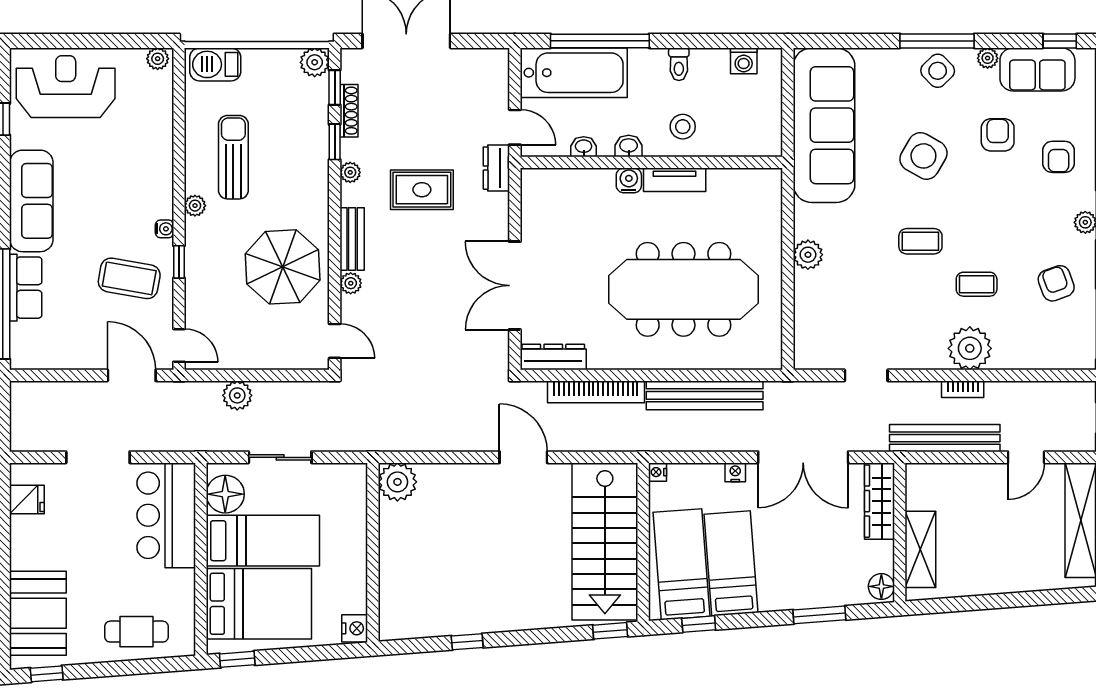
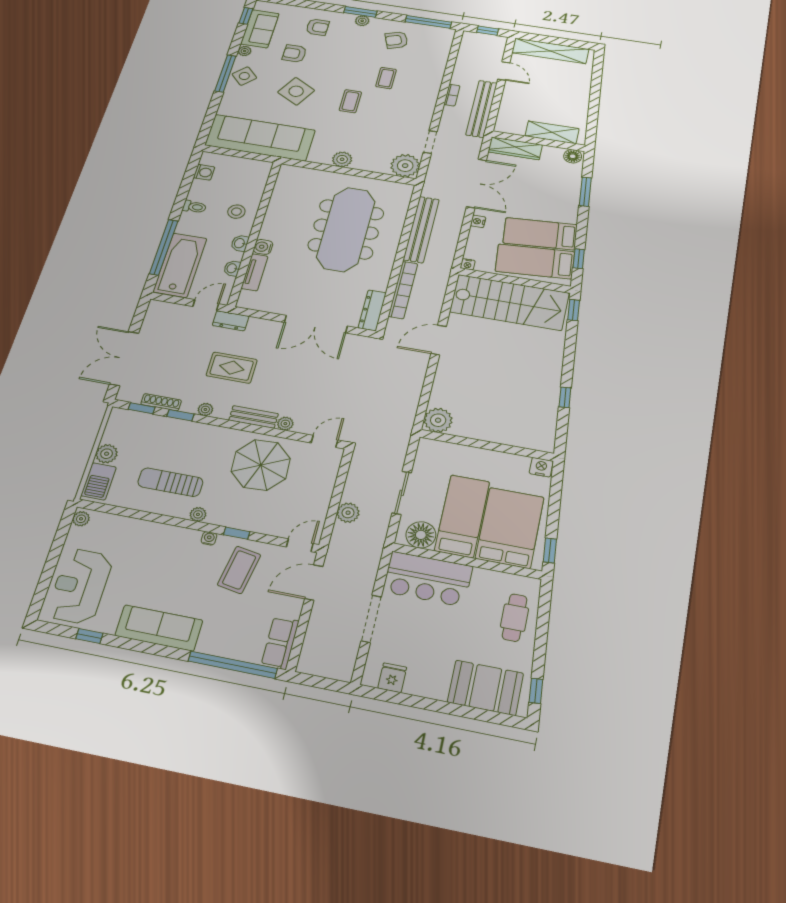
plant: (315, 62) -> (107, 454), moved
tv unit: (675, 180) -> (255, 272), moved
rug: (422, 190) -> (232, 368), turned 90
row of seats: (26, 288) -> (280, 643), moved, turned -90
plant: (970, 348) -> (405, 166), moved

